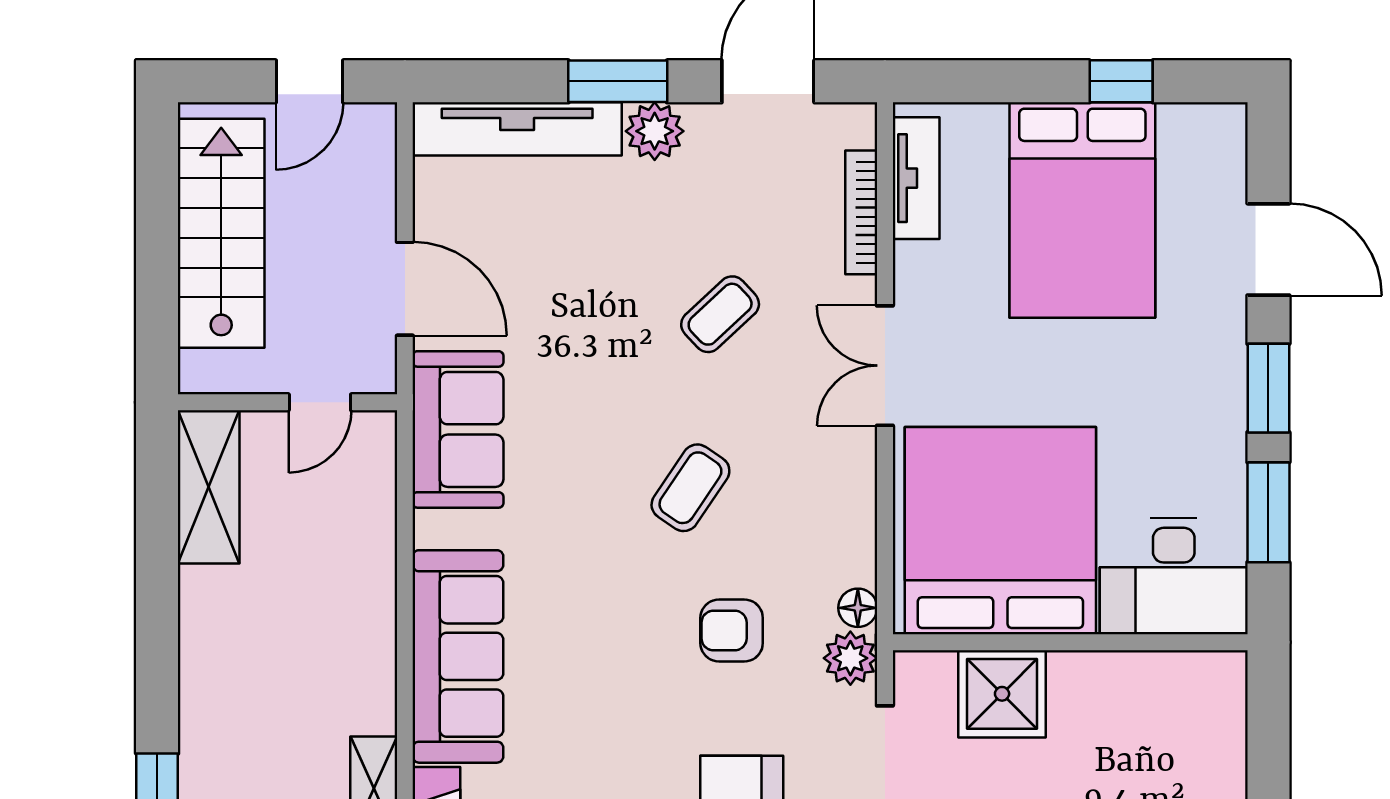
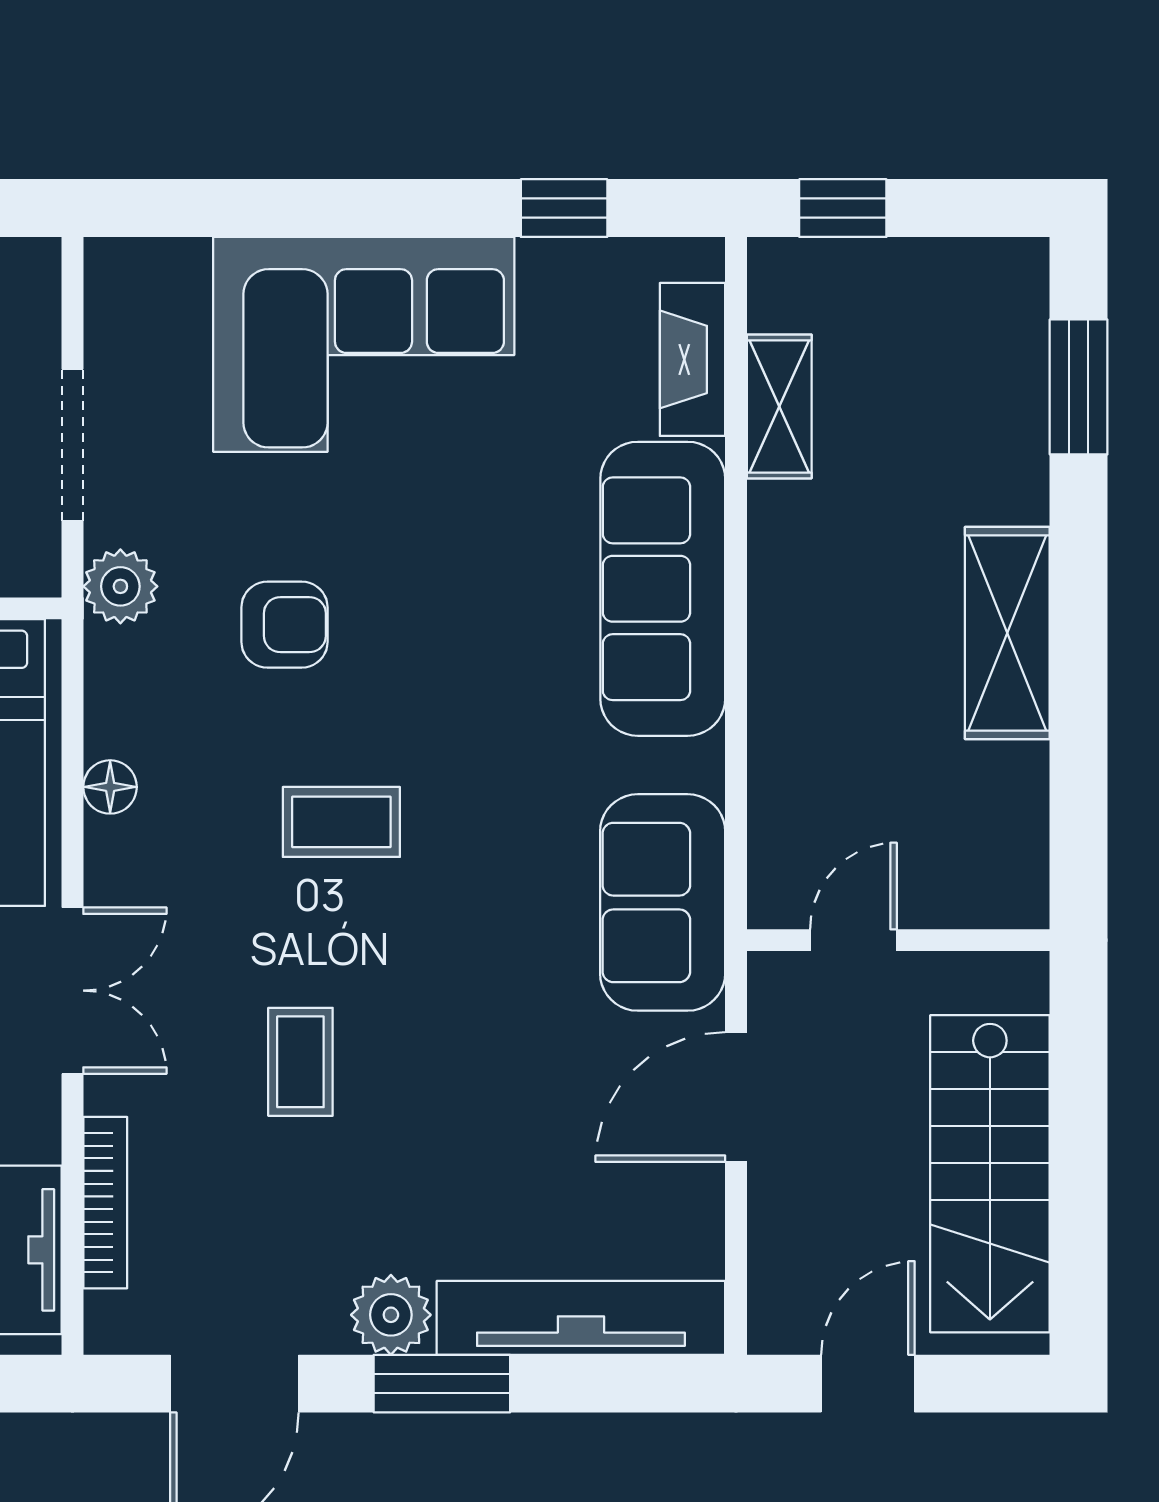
door: (405, 289) -> (736, 1097), hinge flipped
coffee table: (720, 314) -> (300, 1062), turned -47
shelving: (209, 487) -> (1007, 633), moved
coffee table: (690, 488) -> (341, 822), turned 56
floor lamp: (858, 608) -> (110, 787), moved

